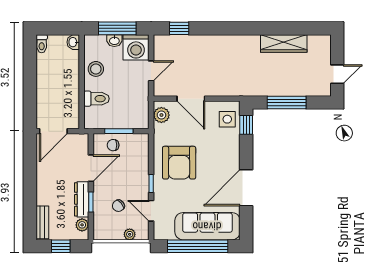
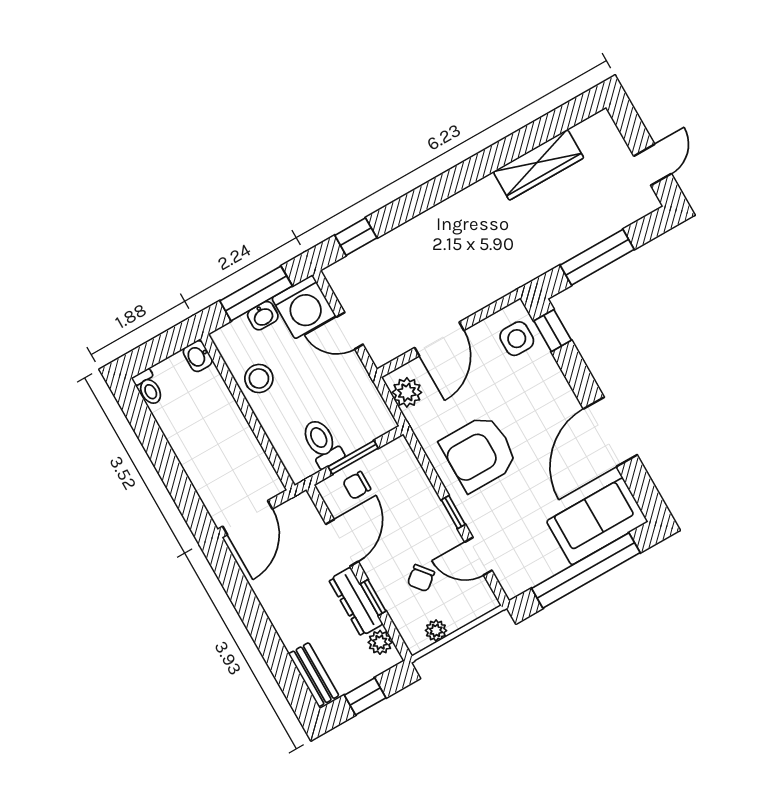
door: (151, 71) -> (350, 331), swing flipped
toilet: (97, 99) -> (322, 443), moved, turned -90
door: (191, 99) -> (439, 339), hinge flipped
armchair: (179, 163) -> (479, 453), turned 90
sofa: (207, 226) -> (597, 521), width x0.73
plant: (130, 234) -> (436, 631), moved

